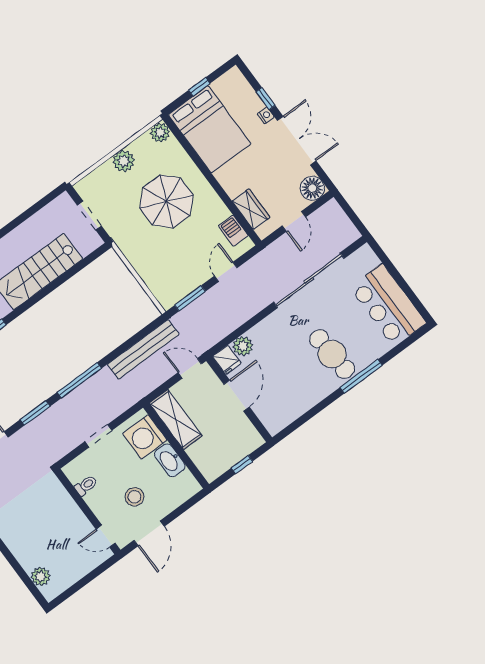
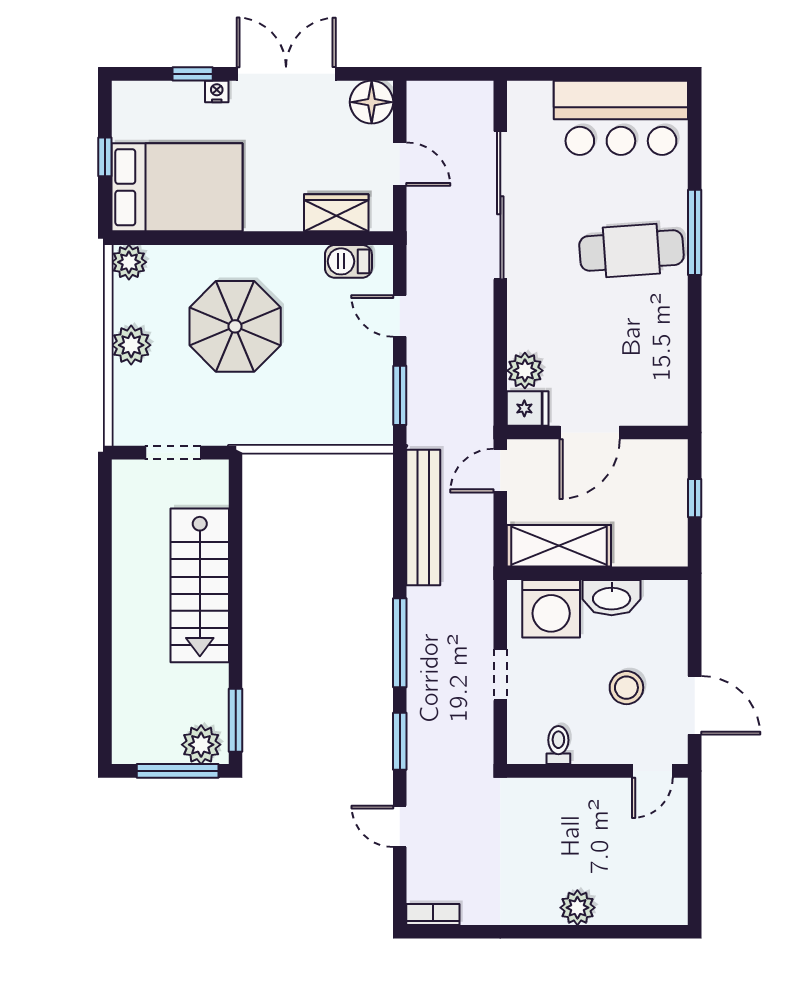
door: (237, 396) -> (590, 432), swing flipped
plant: (41, 576) -> (577, 908), moved

